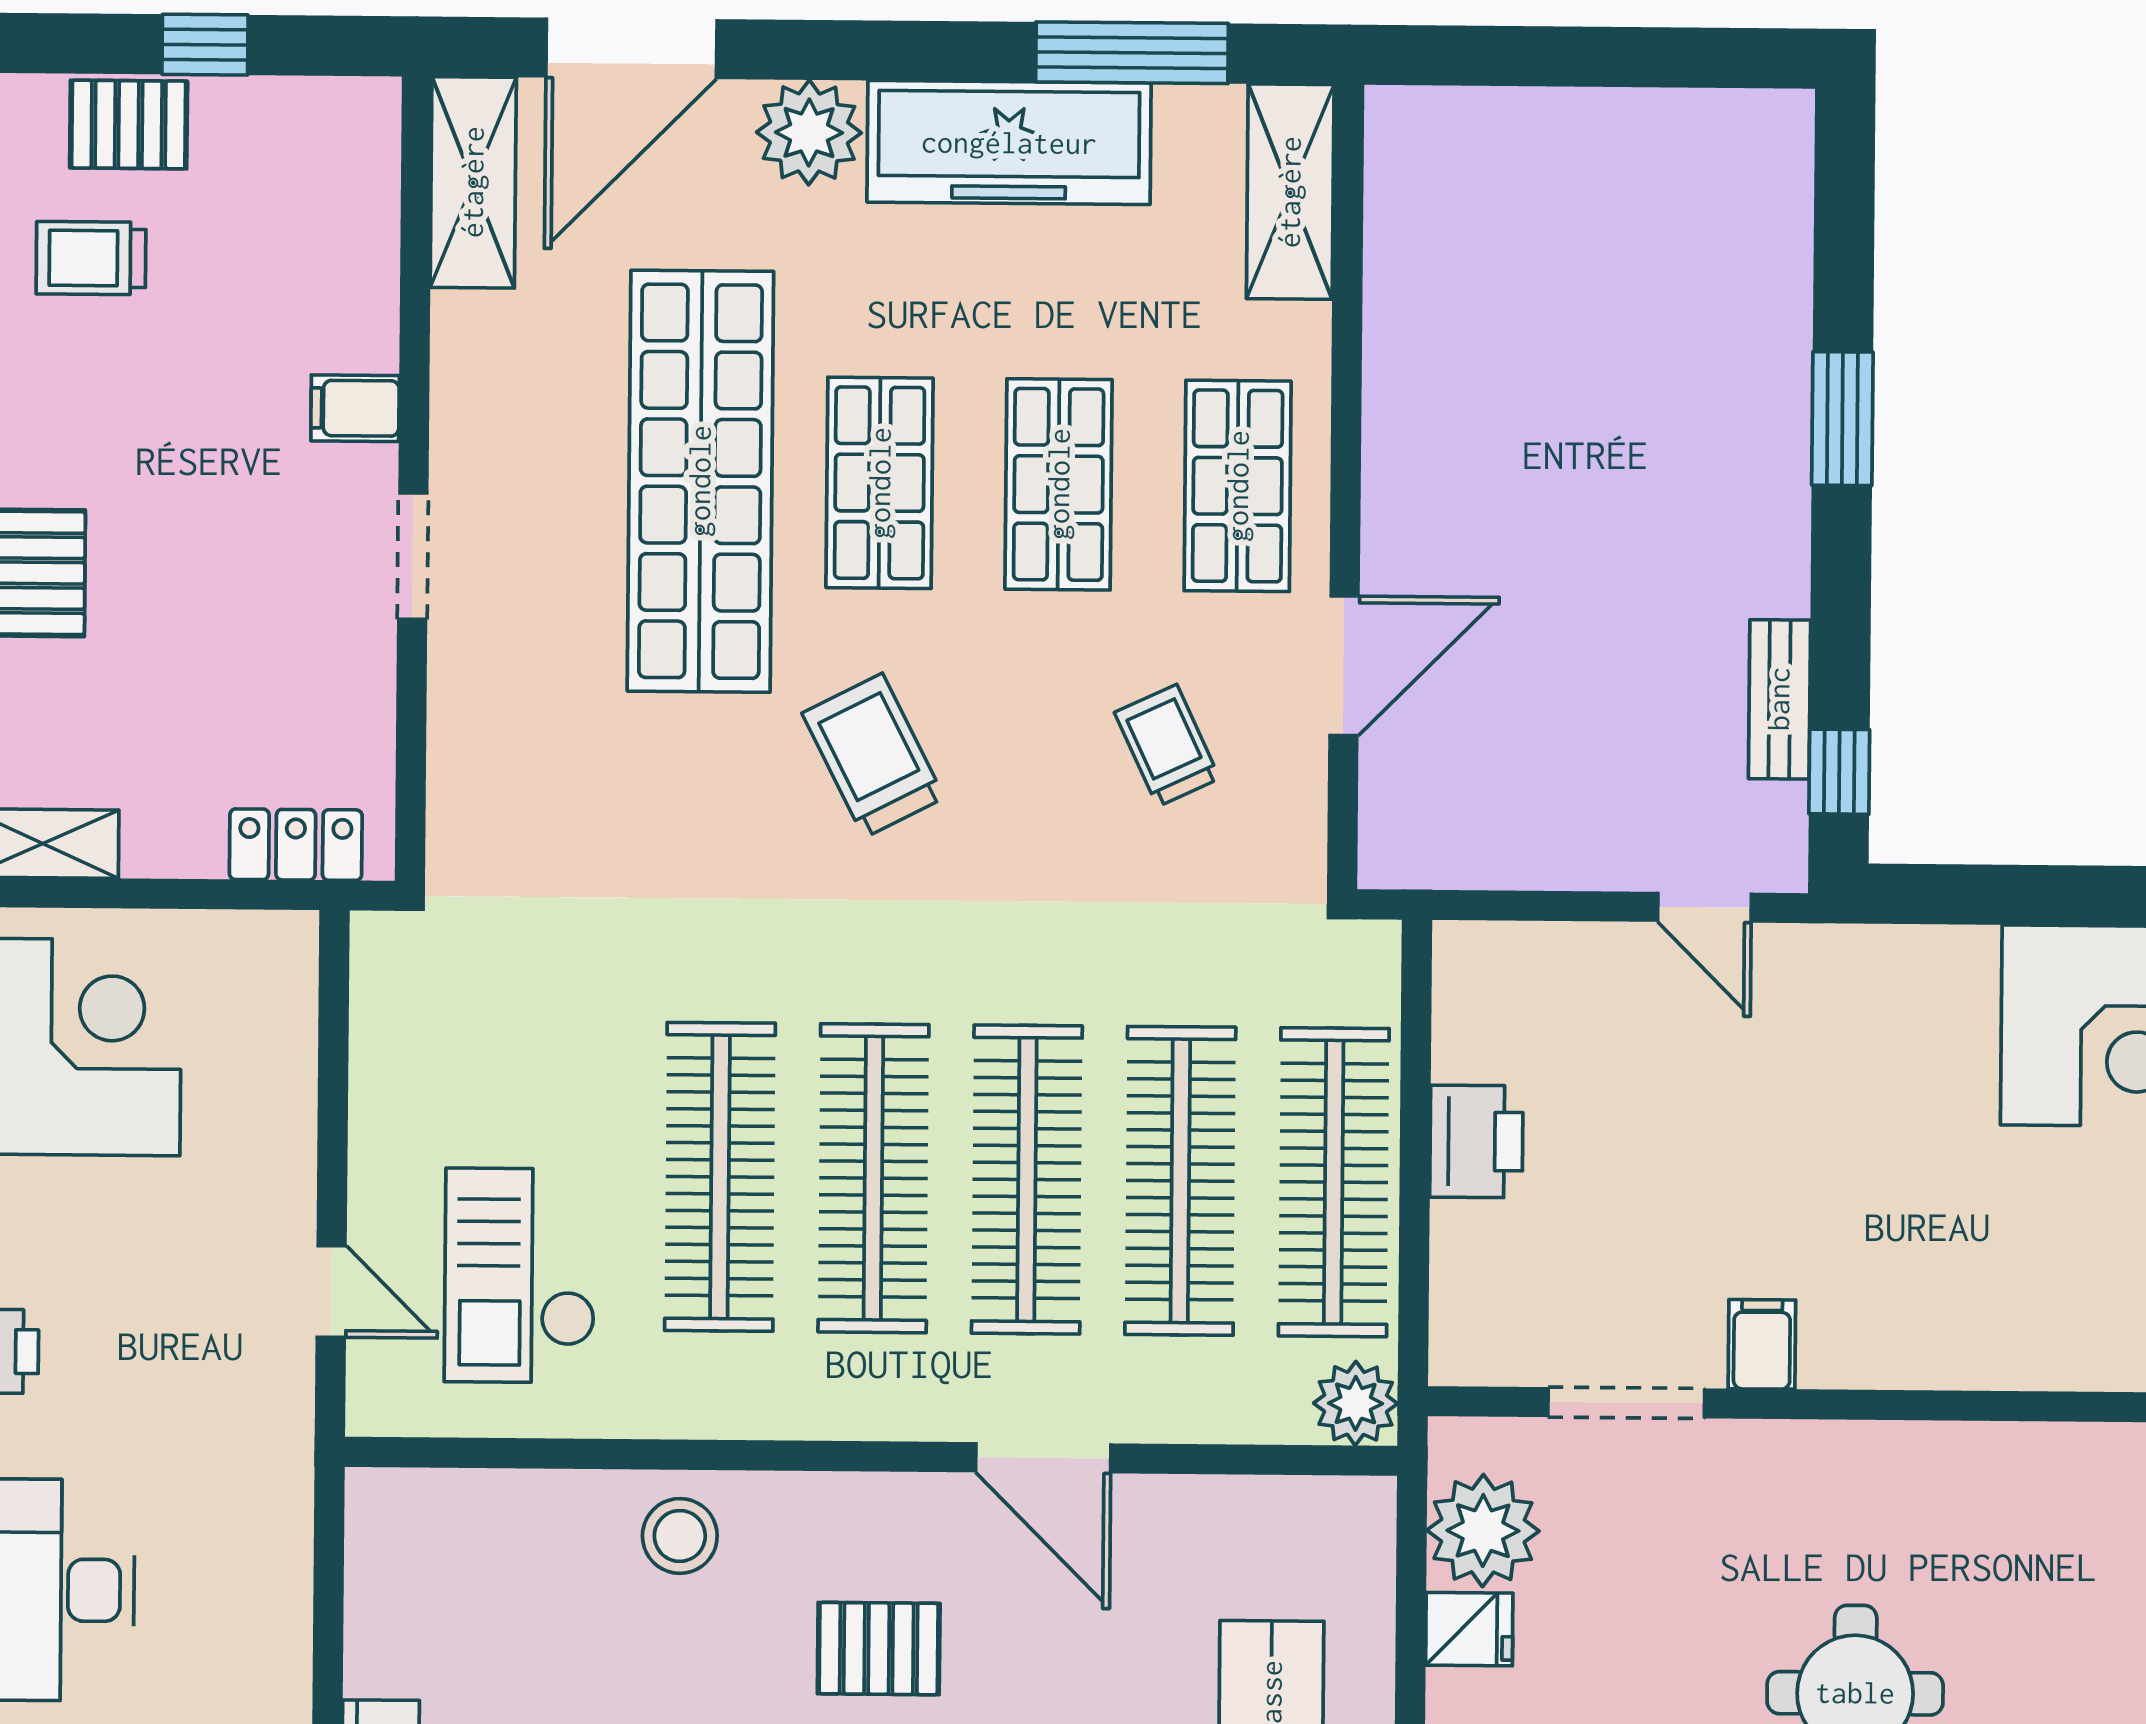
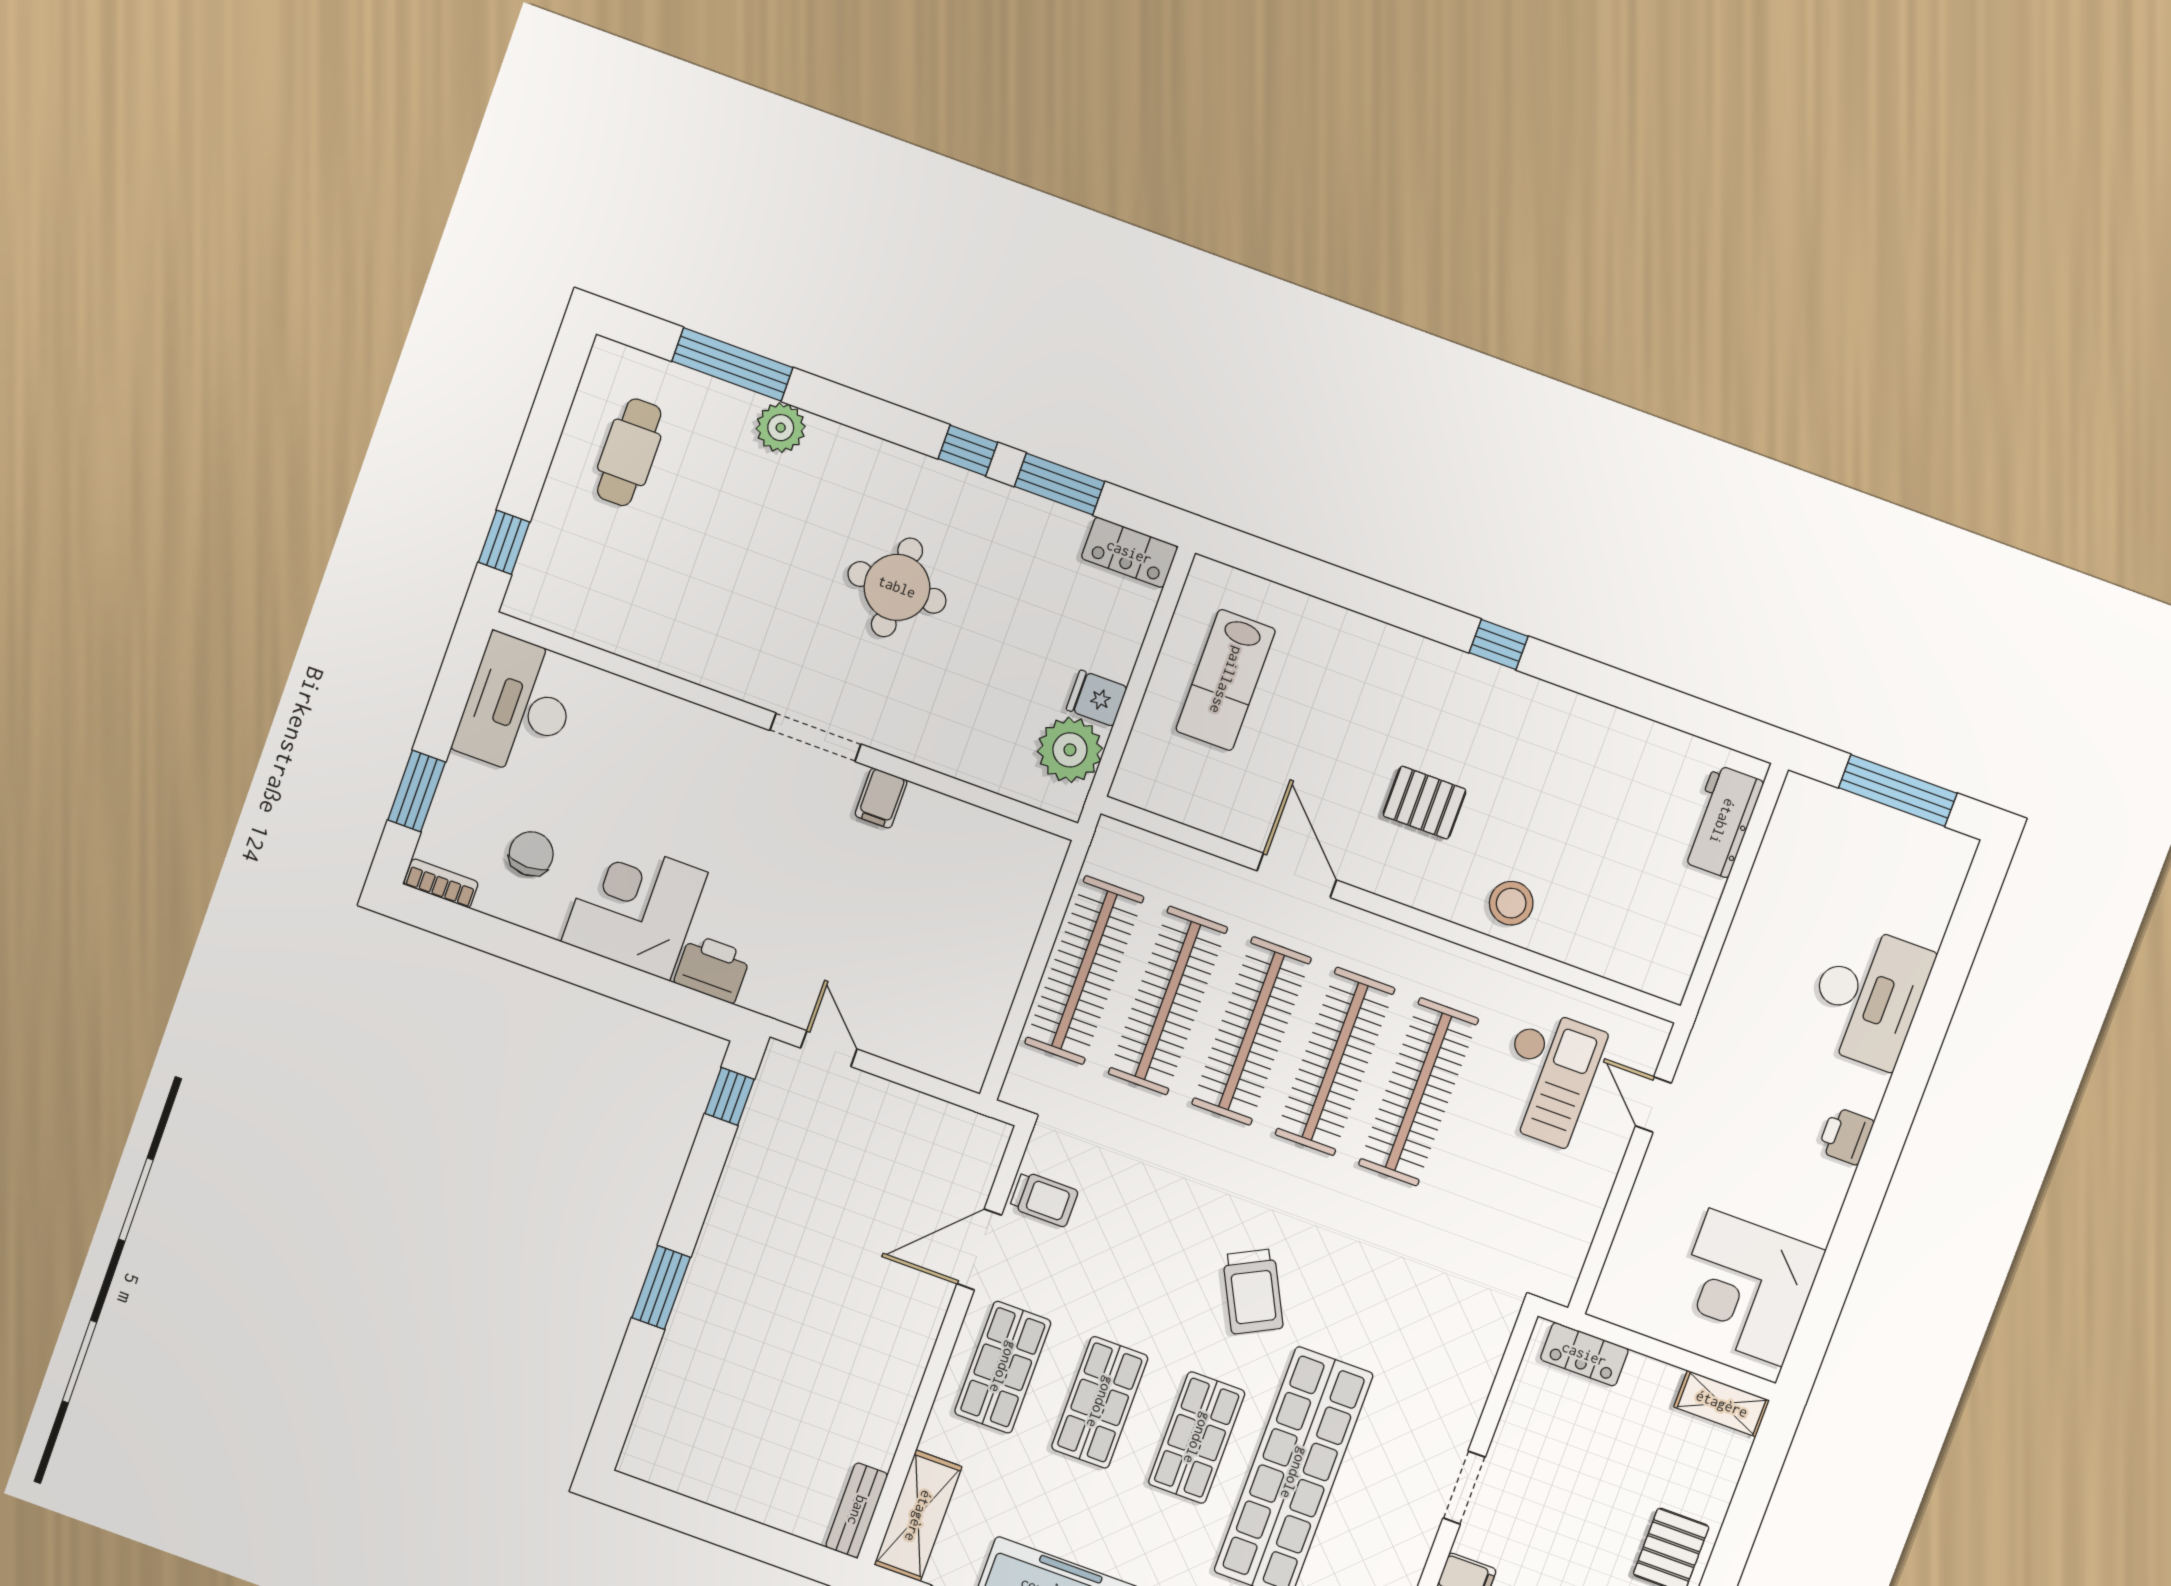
bench: (1779, 699) -> (857, 1510), moved
trolley: (1167, 745) -> (1044, 1199), moved, turned -65
printer: (1476, 1141) -> (712, 968), moved, turned 90
plant: (1356, 1403) -> (1115, 845), removed
doorway: (1626, 1403) -> (815, 737), moved

